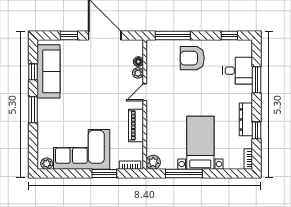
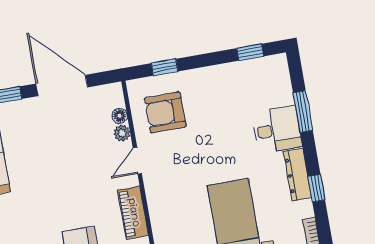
window: (173, 36) -> (165, 67), width x0.46
armchair: (192, 58) -> (165, 112), moved
desk: (238, 71) -> (277, 130), moved

